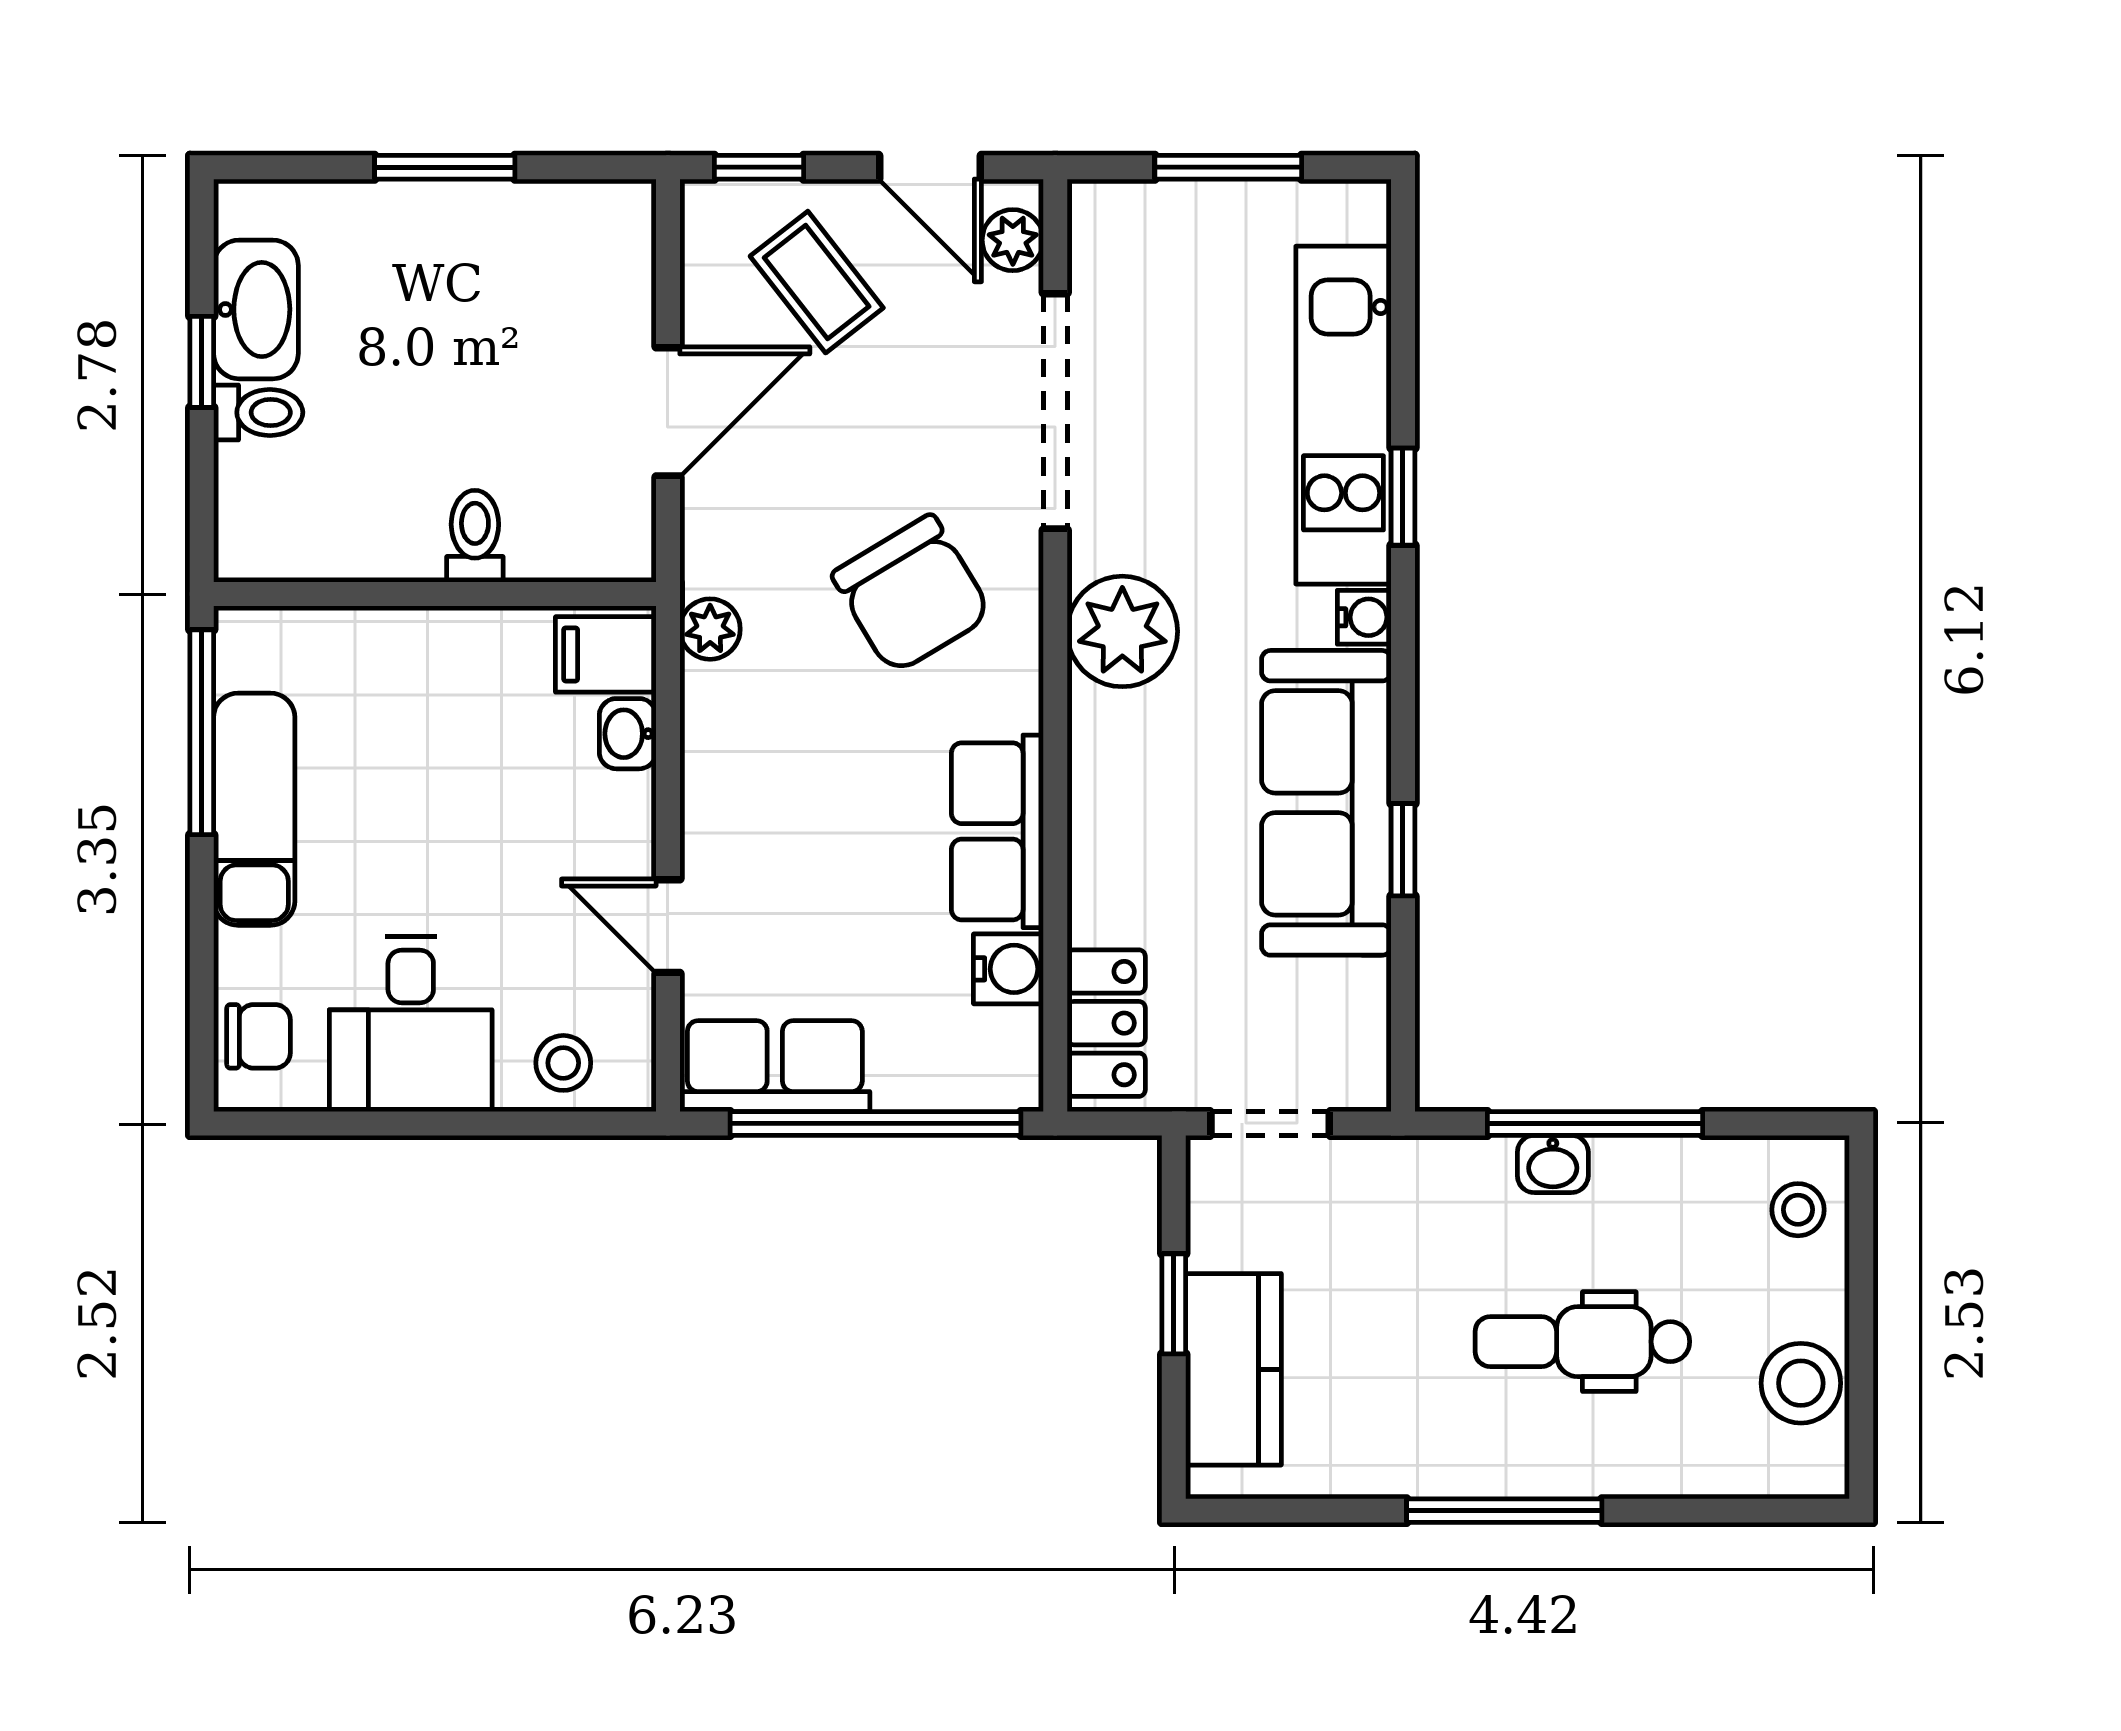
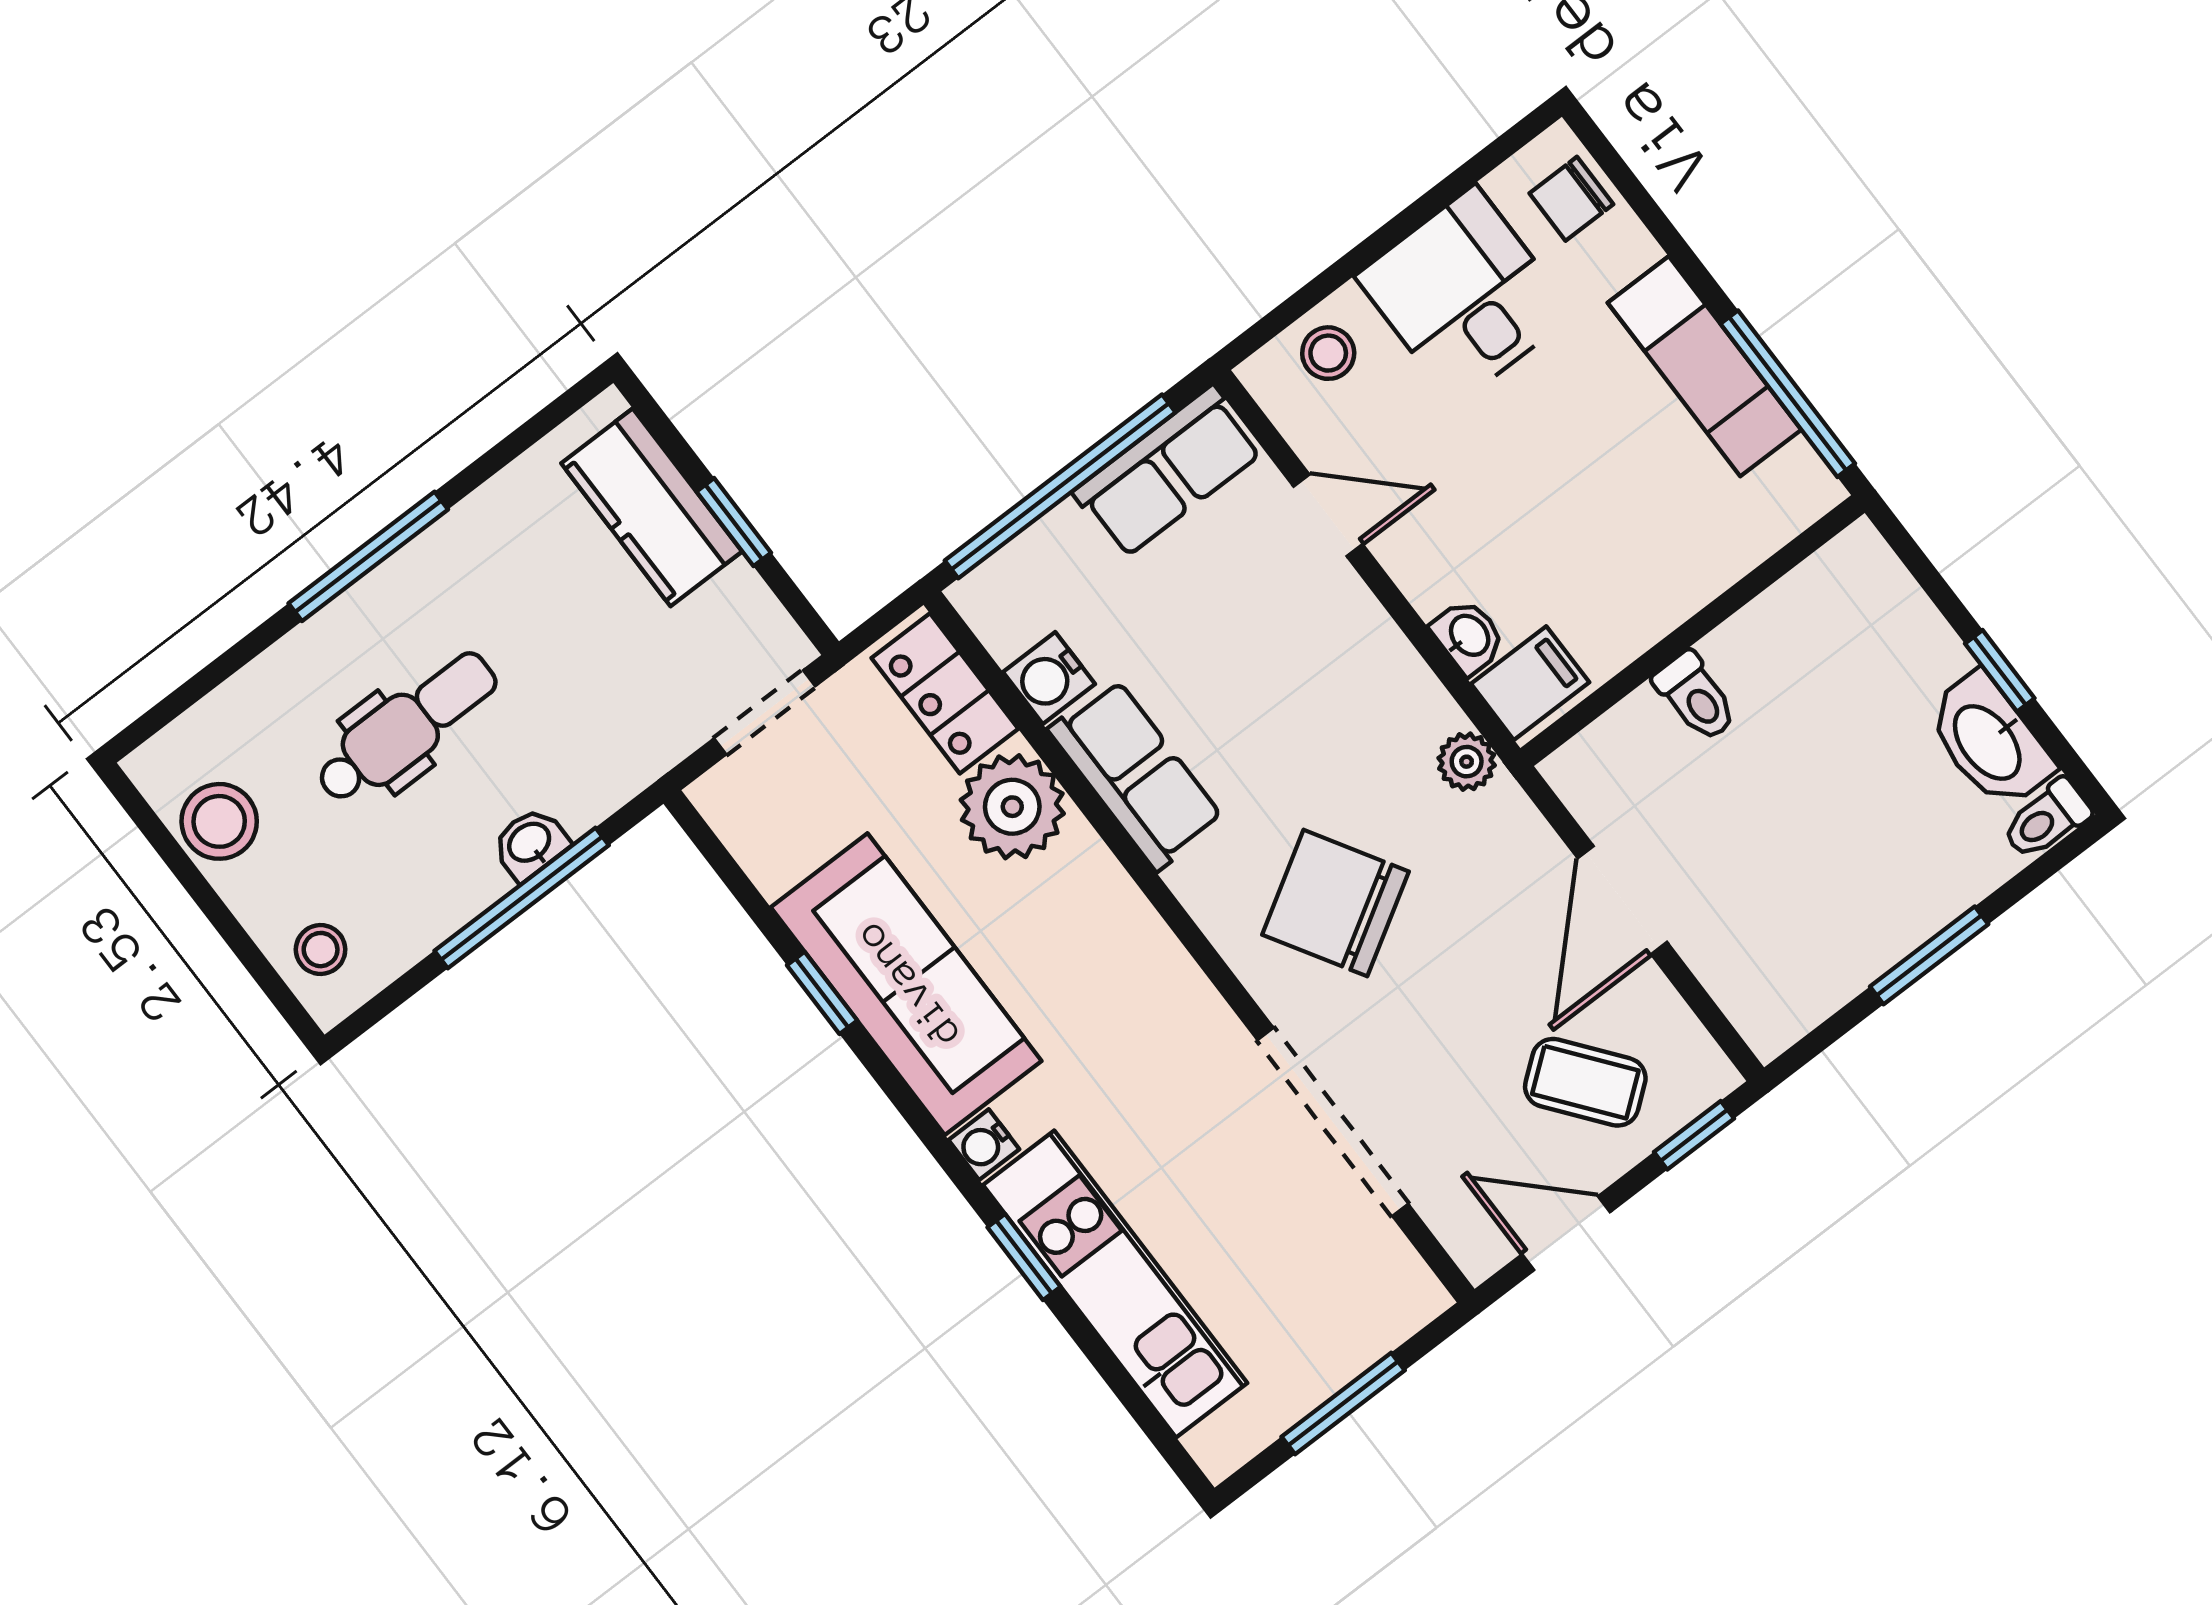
plant: (1013, 240) -> (1463, 1226), removed
toilet: (258, 412) -> (2046, 819), moved
plant: (1122, 631) -> (1012, 807), moved

